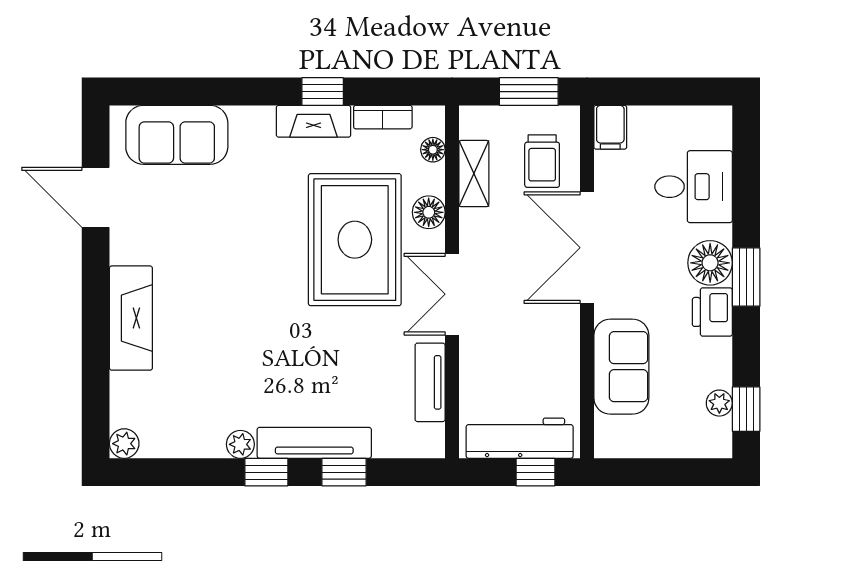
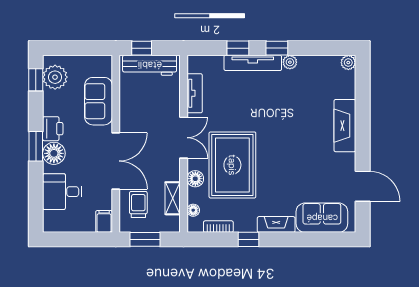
fireplace: (314, 121) -> (276, 224), moved
plant: (719, 403) -> (55, 77), width x1.88, depth x1.88

